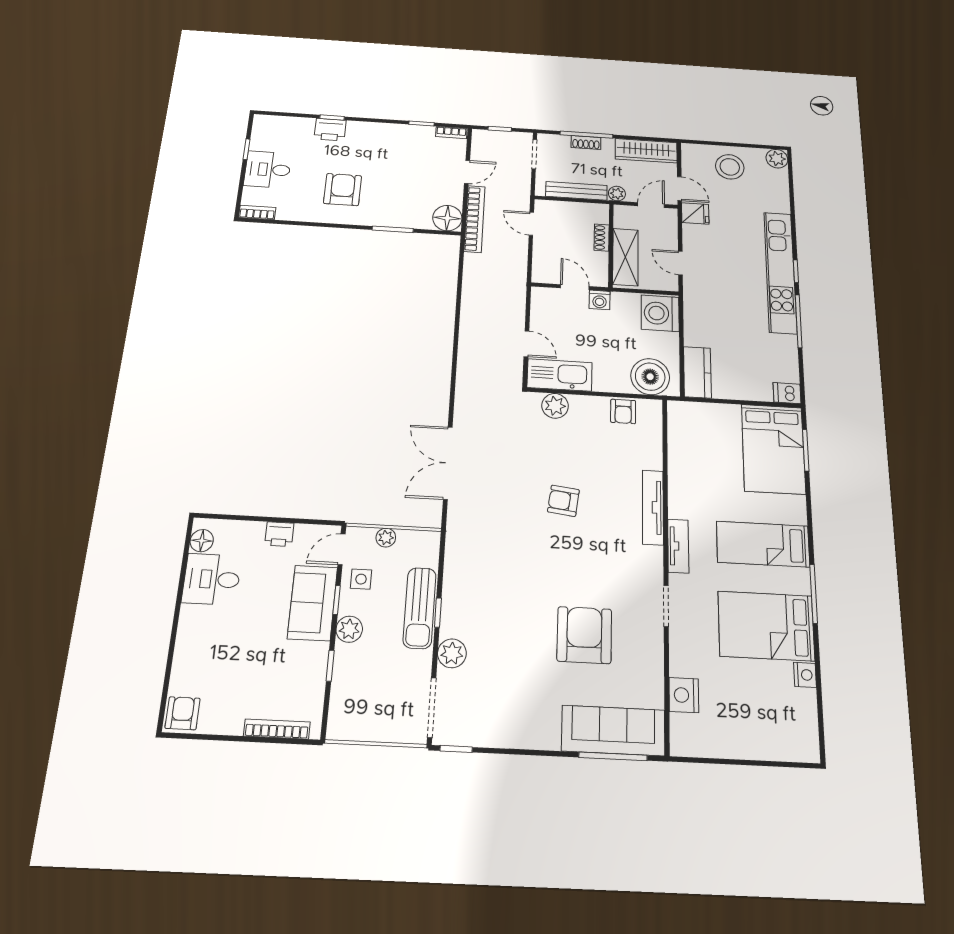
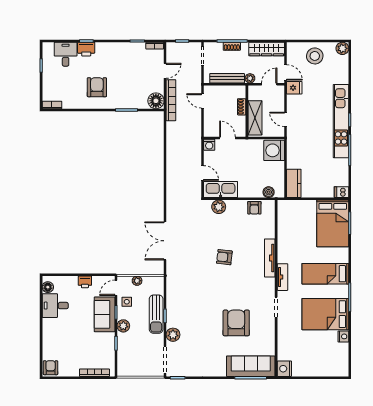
desk: (268, 169) -> (66, 54), moved, turned 90
washing machine: (600, 300) -> (209, 145), moved
boiler: (650, 377) -> (269, 192), width x0.54, depth x0.54
nightstand: (684, 695) -> (284, 369), moved

